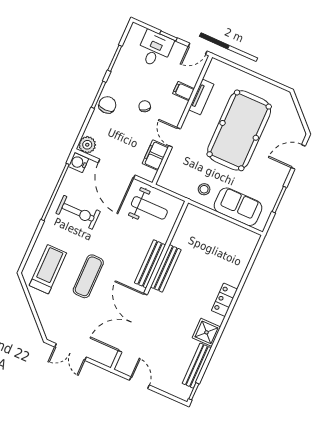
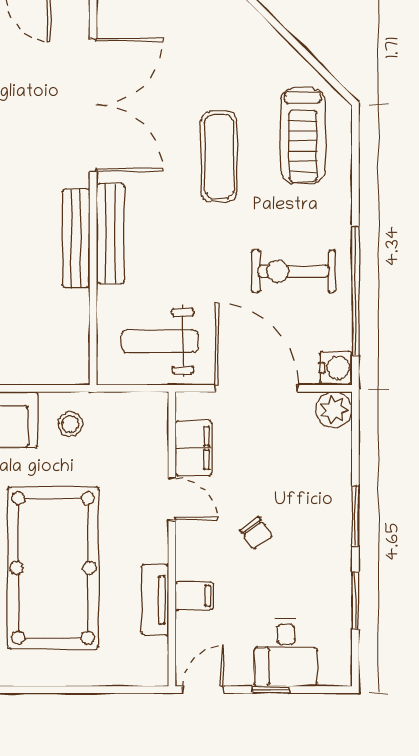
chair: (107, 105) -> (329, 504), removed

